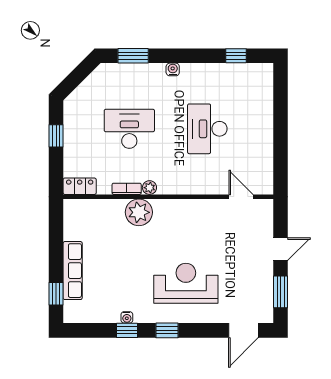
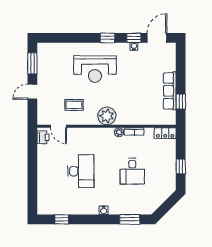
desk: (129, 129) -> (132, 171), width x0.73
printer: (264, 180) -> (43, 137), added
plant: (139, 212) -> (107, 116), moved
coffee table: (217, 229) -> (74, 105), added
row of seats: (73, 271) -> (170, 91), moved
window: (56, 294) -> (181, 102), moved
door: (243, 330) -> (157, 38), moved

